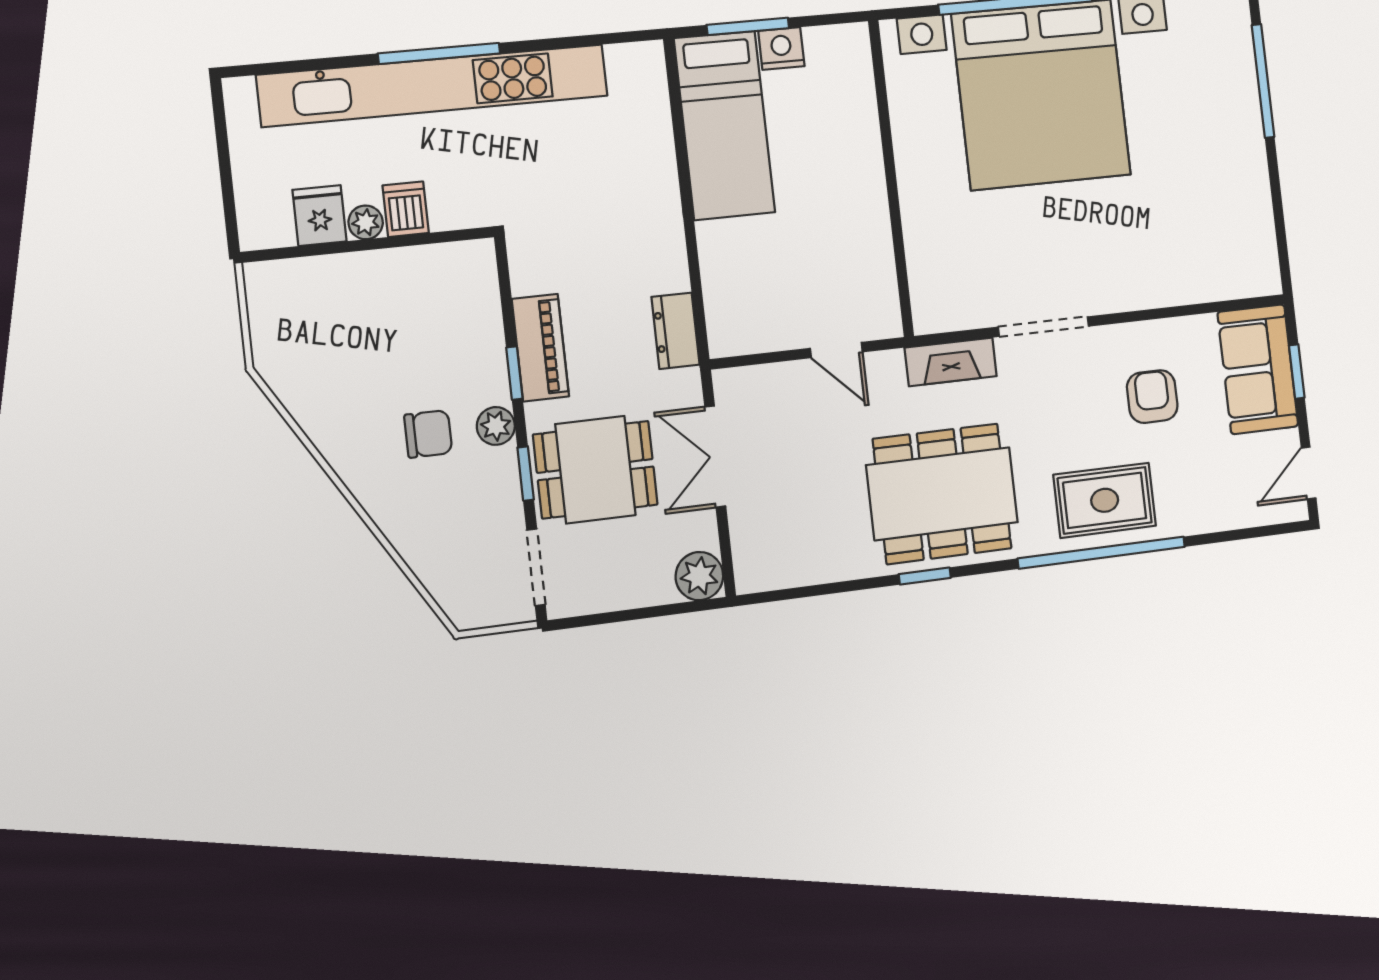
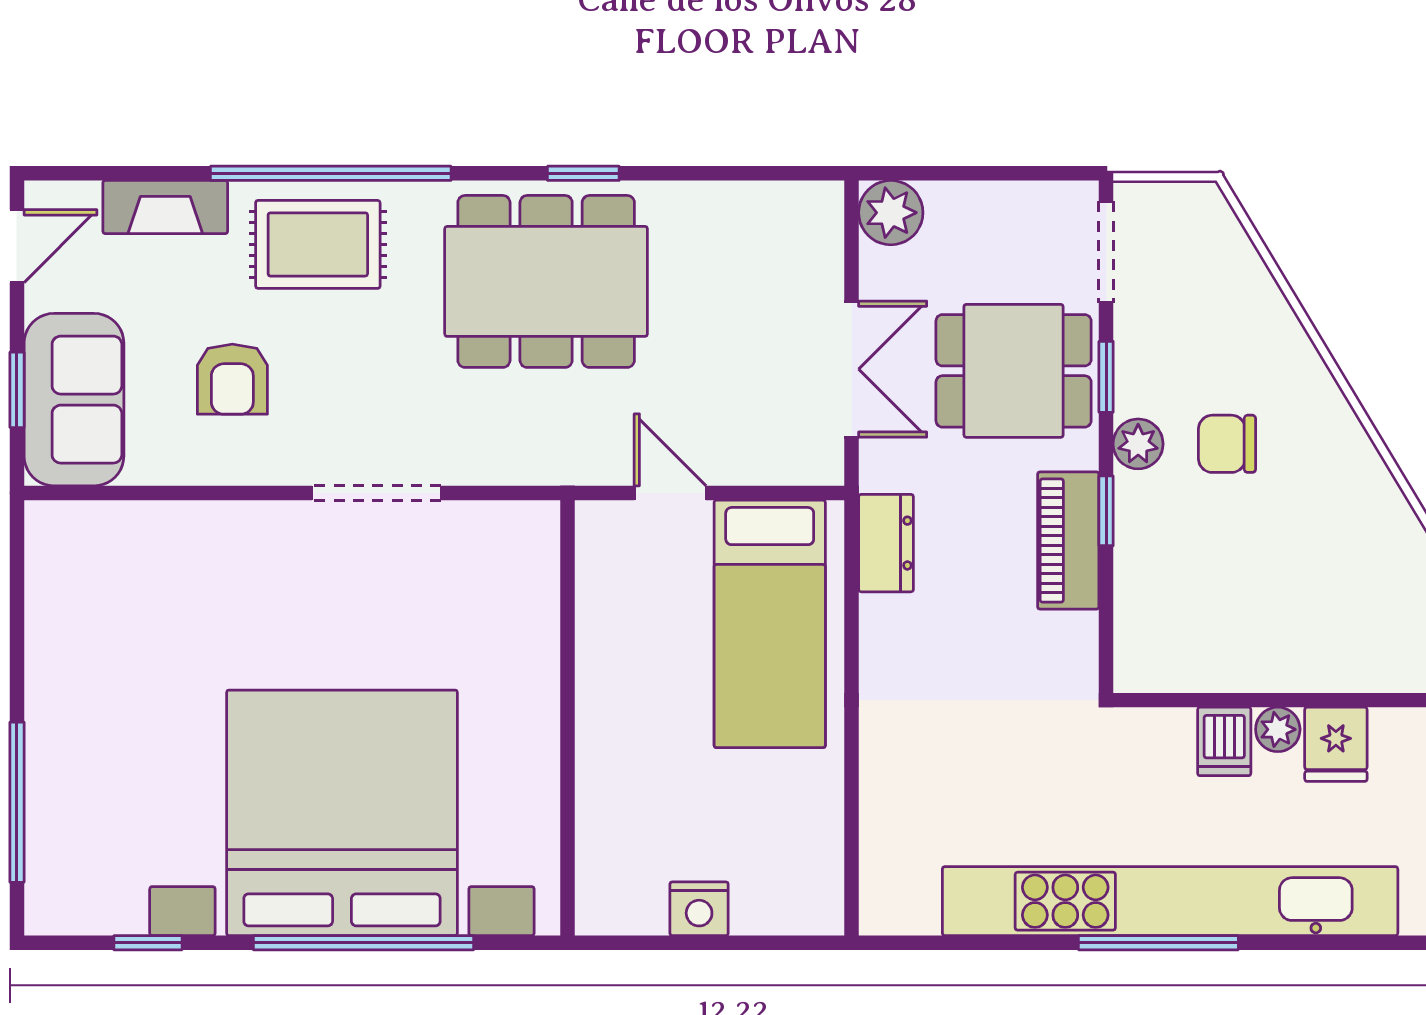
window: (748, 26) -> (741, 943), removed
bed: (724, 125) -> (770, 624), moved, turned 180
fireplace: (951, 362) -> (165, 207), moved, turned 180

